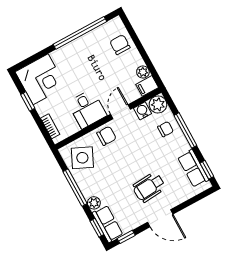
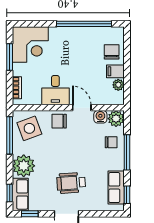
filing cabinet: (147, 86) -> (115, 71), moved
window: (28, 101) -> (10, 57), width x1.50
door: (120, 112) -> (82, 108), hinge flipped
chair: (106, 136) -> (59, 121), turned 180
side table: (82, 158) -> (29, 128), turned 45
window: (75, 188) -> (10, 135), moved
plant: (94, 203) -> (24, 166), width x1.88, depth x1.88

